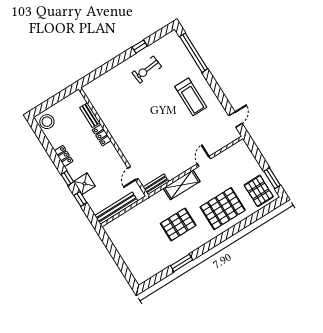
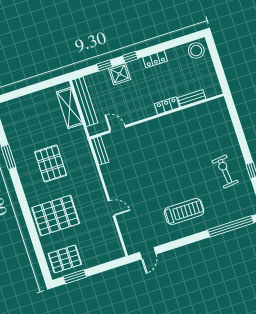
treadmill: (191, 97) -> (184, 211), turned 180
door: (235, 119) -> (148, 253), hinge flipped
shelving: (182, 185) -> (70, 108), moved
pallet: (223, 209) -> (56, 215), turned 90

